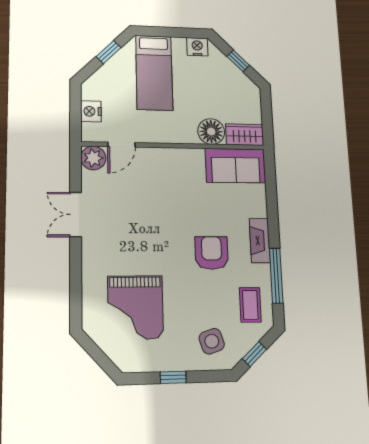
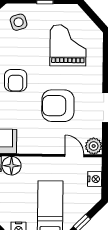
door: (121, 145) -> (74, 156), hinge flipped
armchair: (148, 216) -> (58, 106), added

